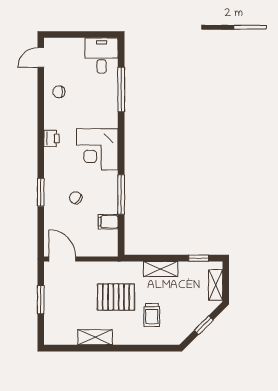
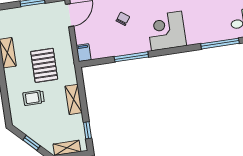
filing cabinet: (108, 222) -> (84, 53), moved

